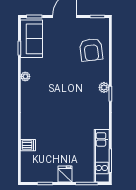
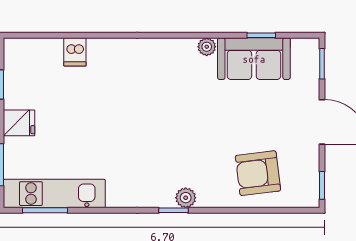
sofa: (32, 39) -> (254, 59), moved

